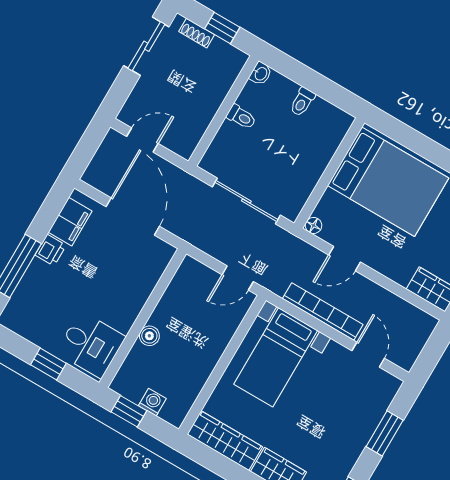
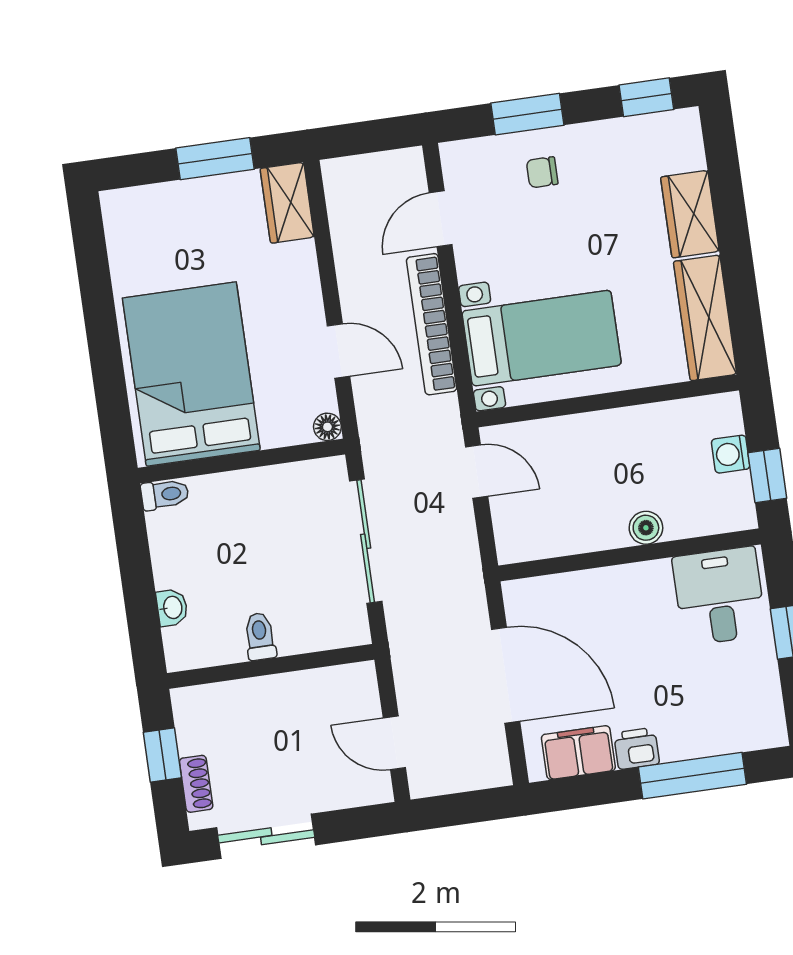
washbasin: (261, 74) -> (172, 608), moved, turned 90
toilet: (302, 102) -> (165, 494), moved
door: (133, 216) -> (506, 675), swing flipped
chair: (352, 419) -> (542, 172), added

